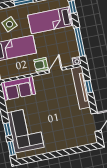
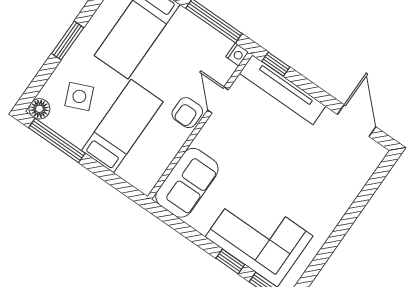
window: (89, 87) -> (276, 64), moved

